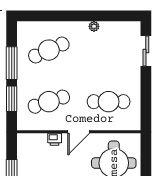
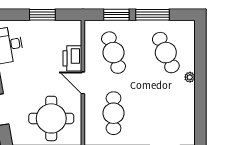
plant: (94, 26) -> (190, 77), moved
printer: (55, 139) -> (72, 58), width x1.87, depth x1.48

